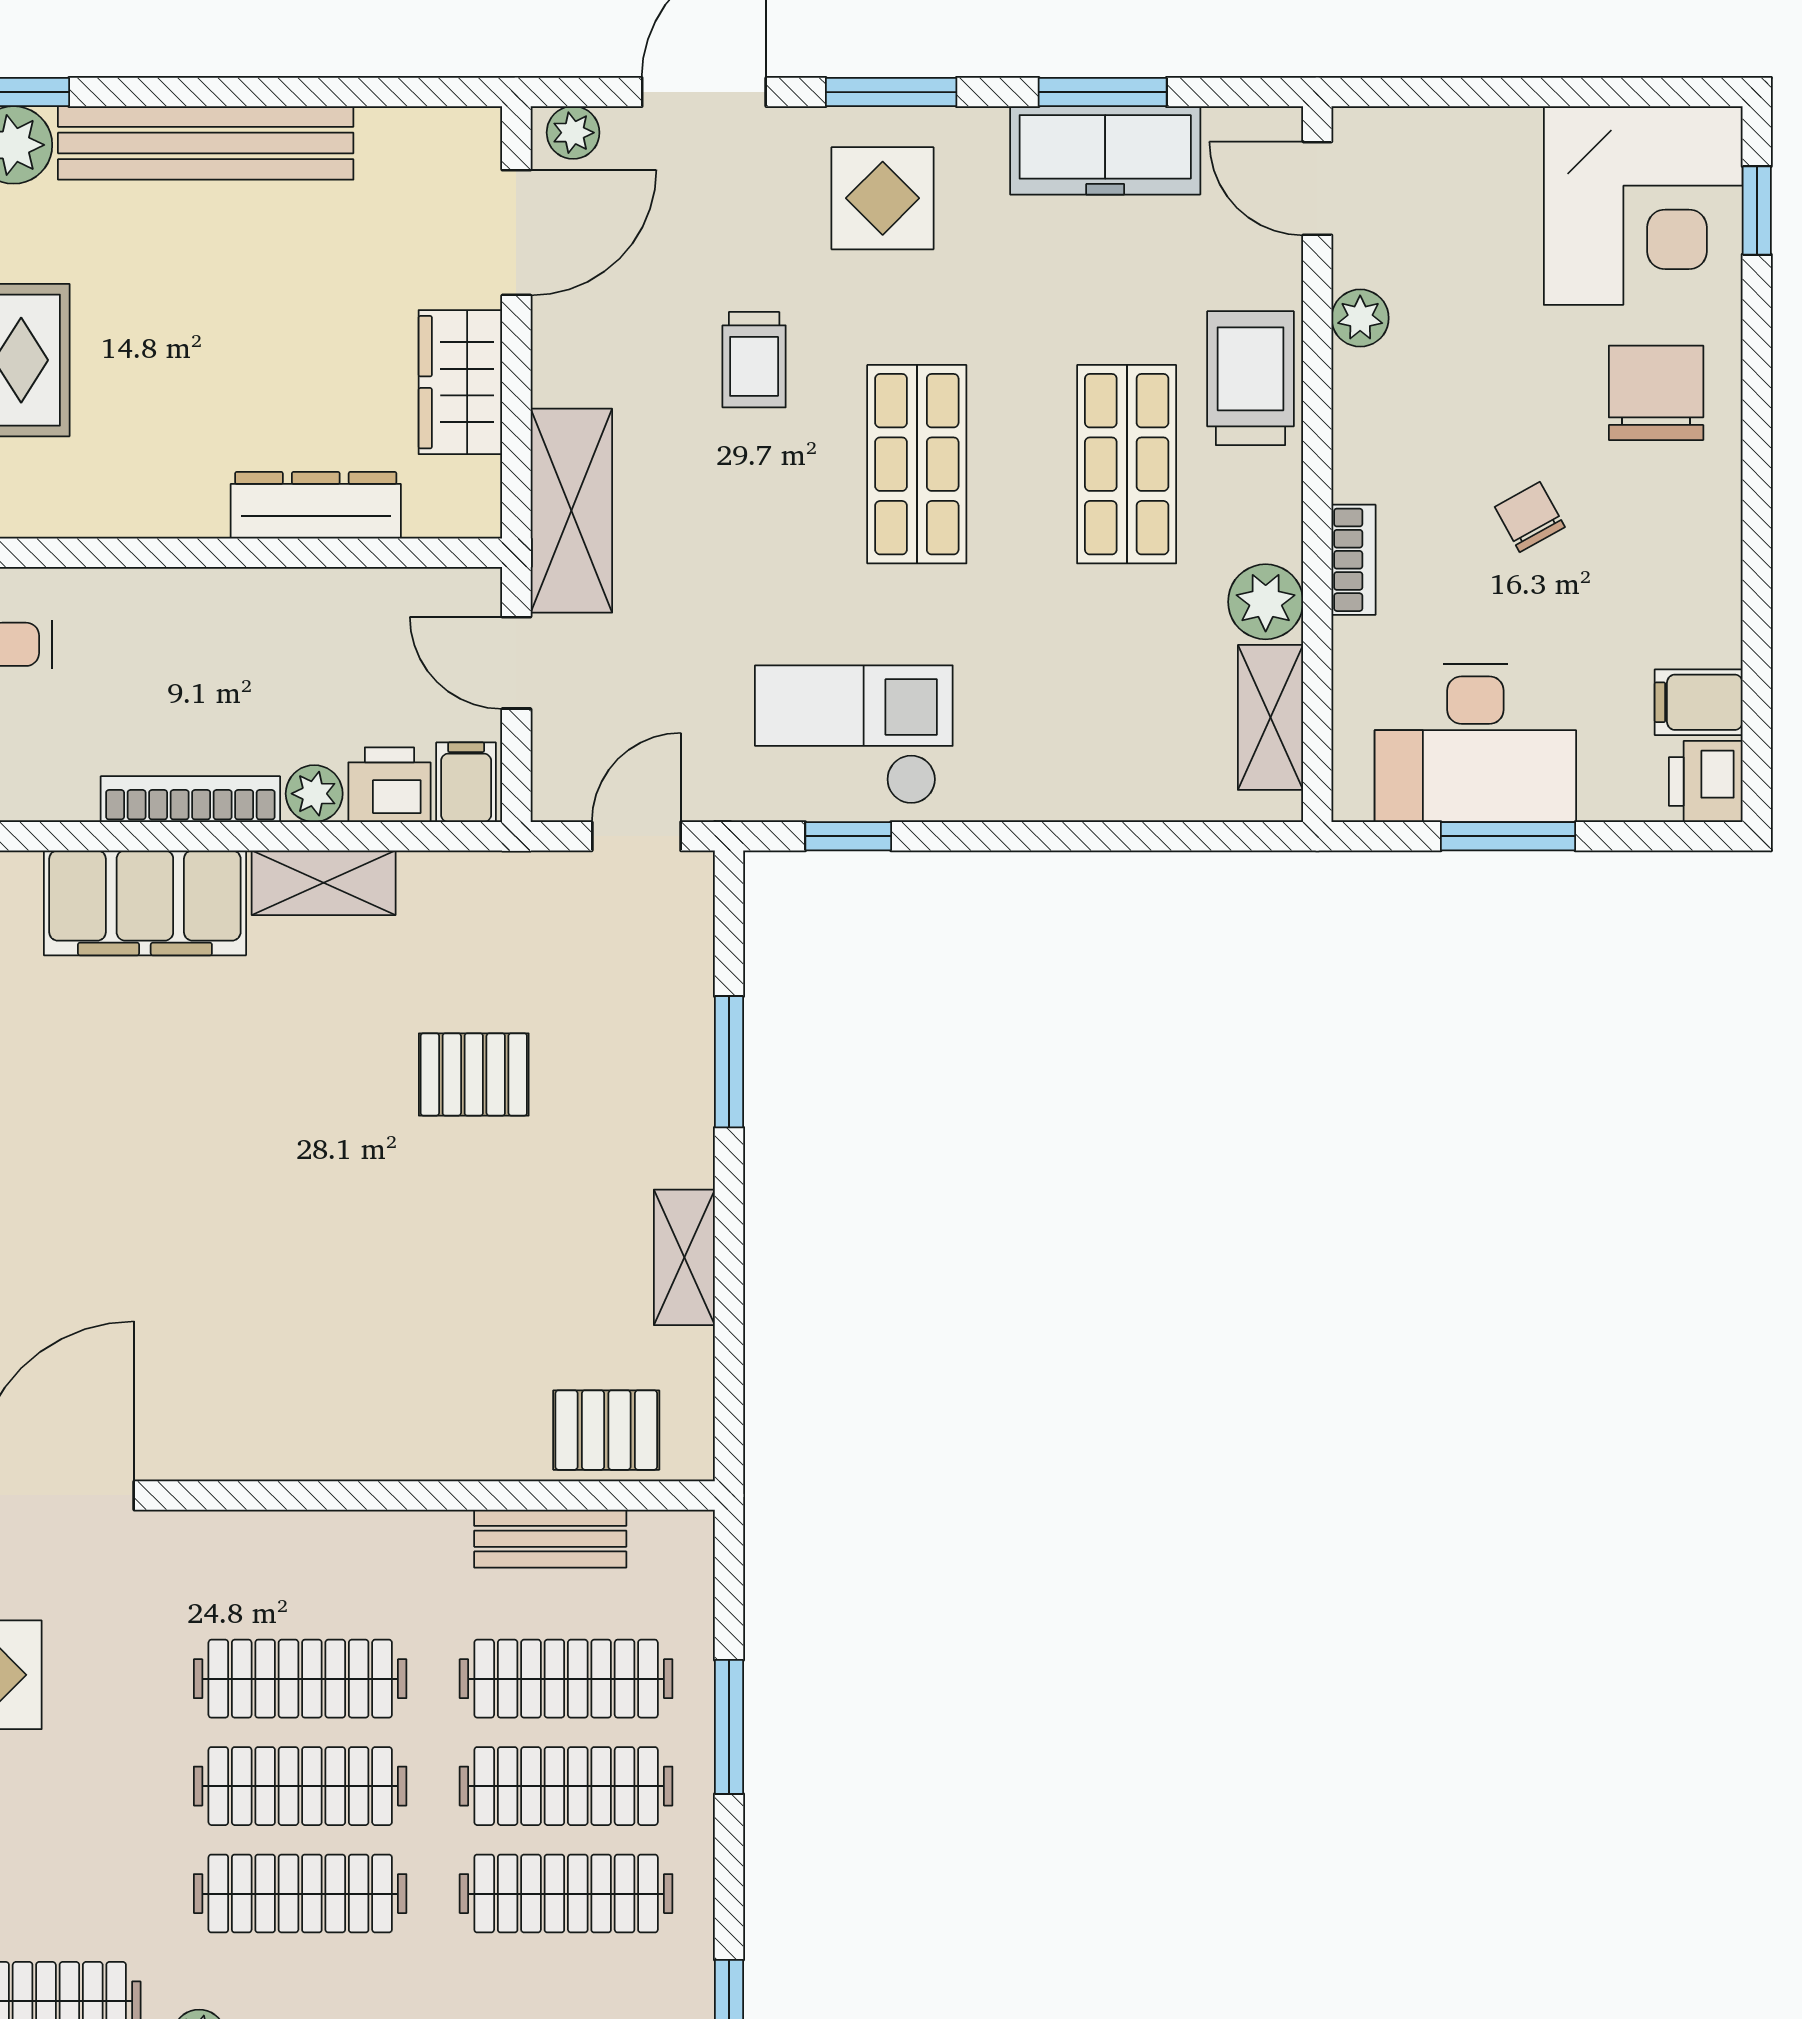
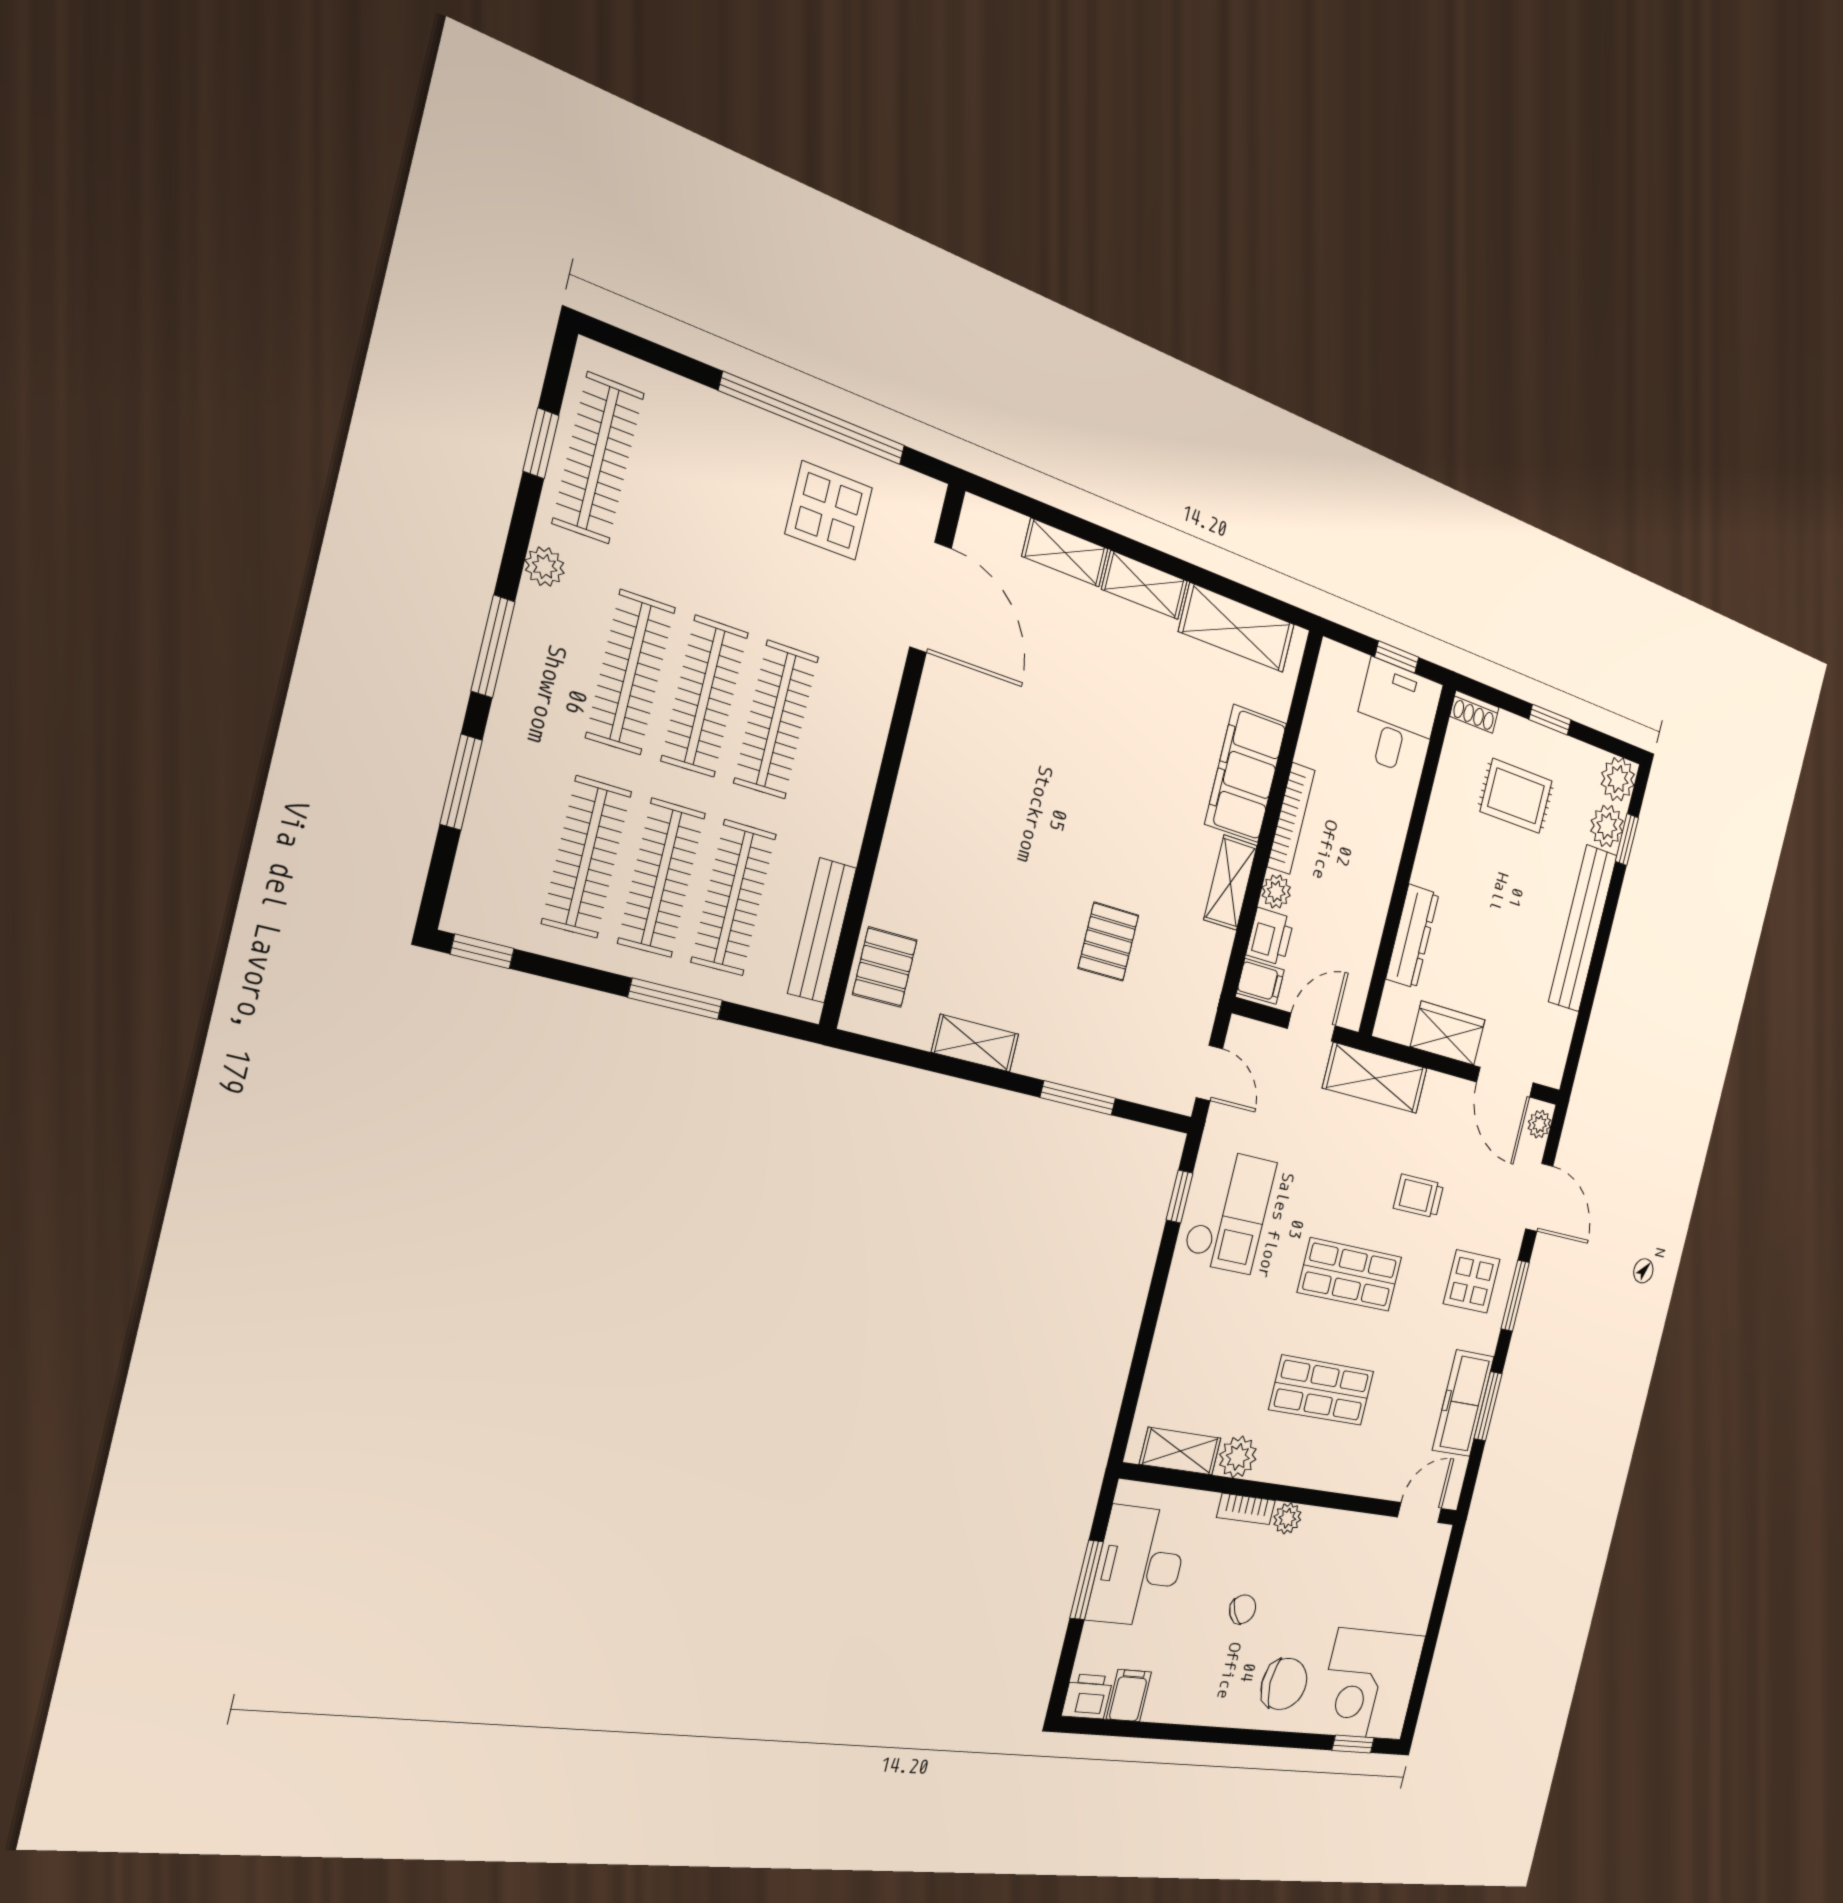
plant: (1360, 318) -> (1287, 1518), moved
trolley: (1250, 378) -> (1344, 1464), removed
bench: (550, 1539) -> (822, 931), width x1.36

